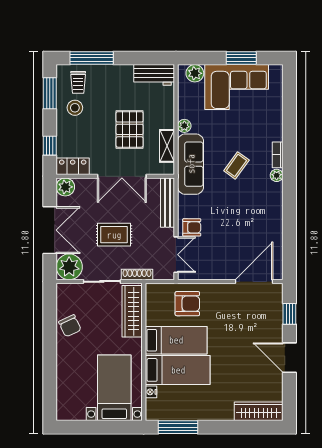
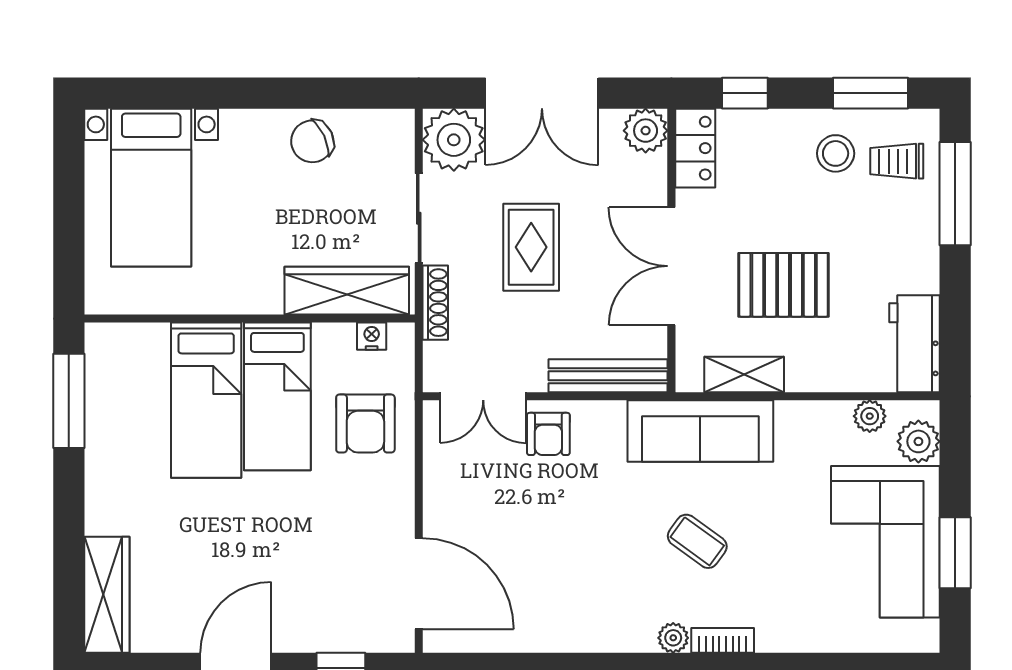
plant: (184, 126) -> (870, 416), moved
bed with nightstands: (114, 388) -> (151, 188), moved, turned 90
nightstand: (151, 392) -> (372, 336), moved

